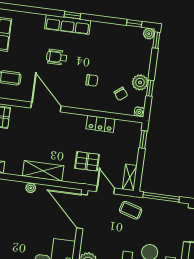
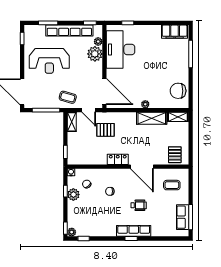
locker: (100, 124) -> (118, 159), moved
shelving: (43, 171) -> (152, 118), moved

